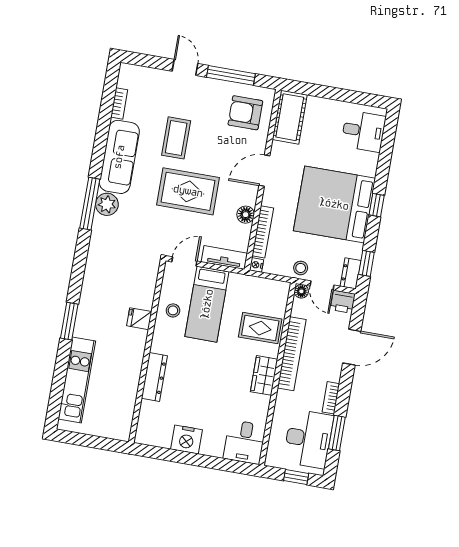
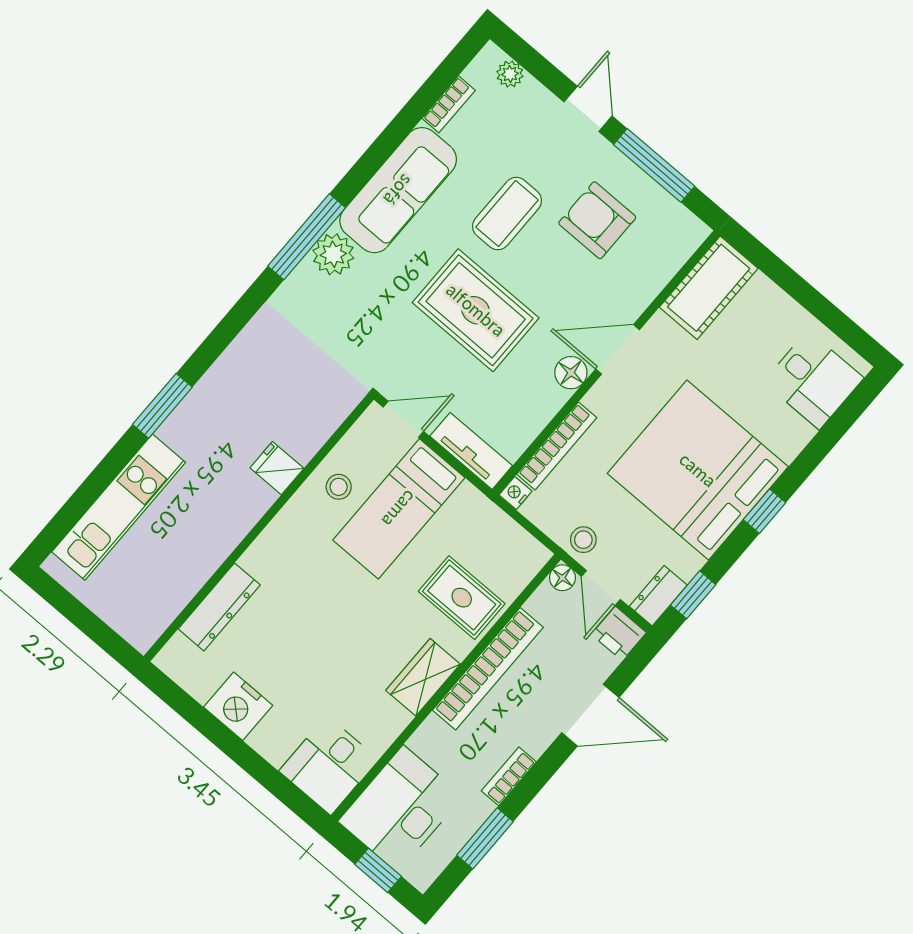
plant: (139, 73) -> (510, 74), added
armchair: (245, 113) -> (597, 220), moved
floor lamp: (246, 215) -> (571, 373), moved
dresser: (154, 377) -> (219, 607), moved
desk: (308, 439) -> (400, 809), moved, turned 180

